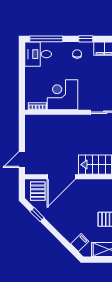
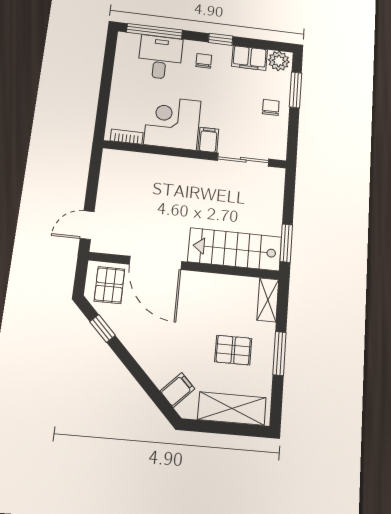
desk: (38, 54) -> (160, 57), moved, turned 90
filing cabinet: (84, 103) -> (208, 140), added
door: (61, 177) -> (155, 263), hinge flipped

